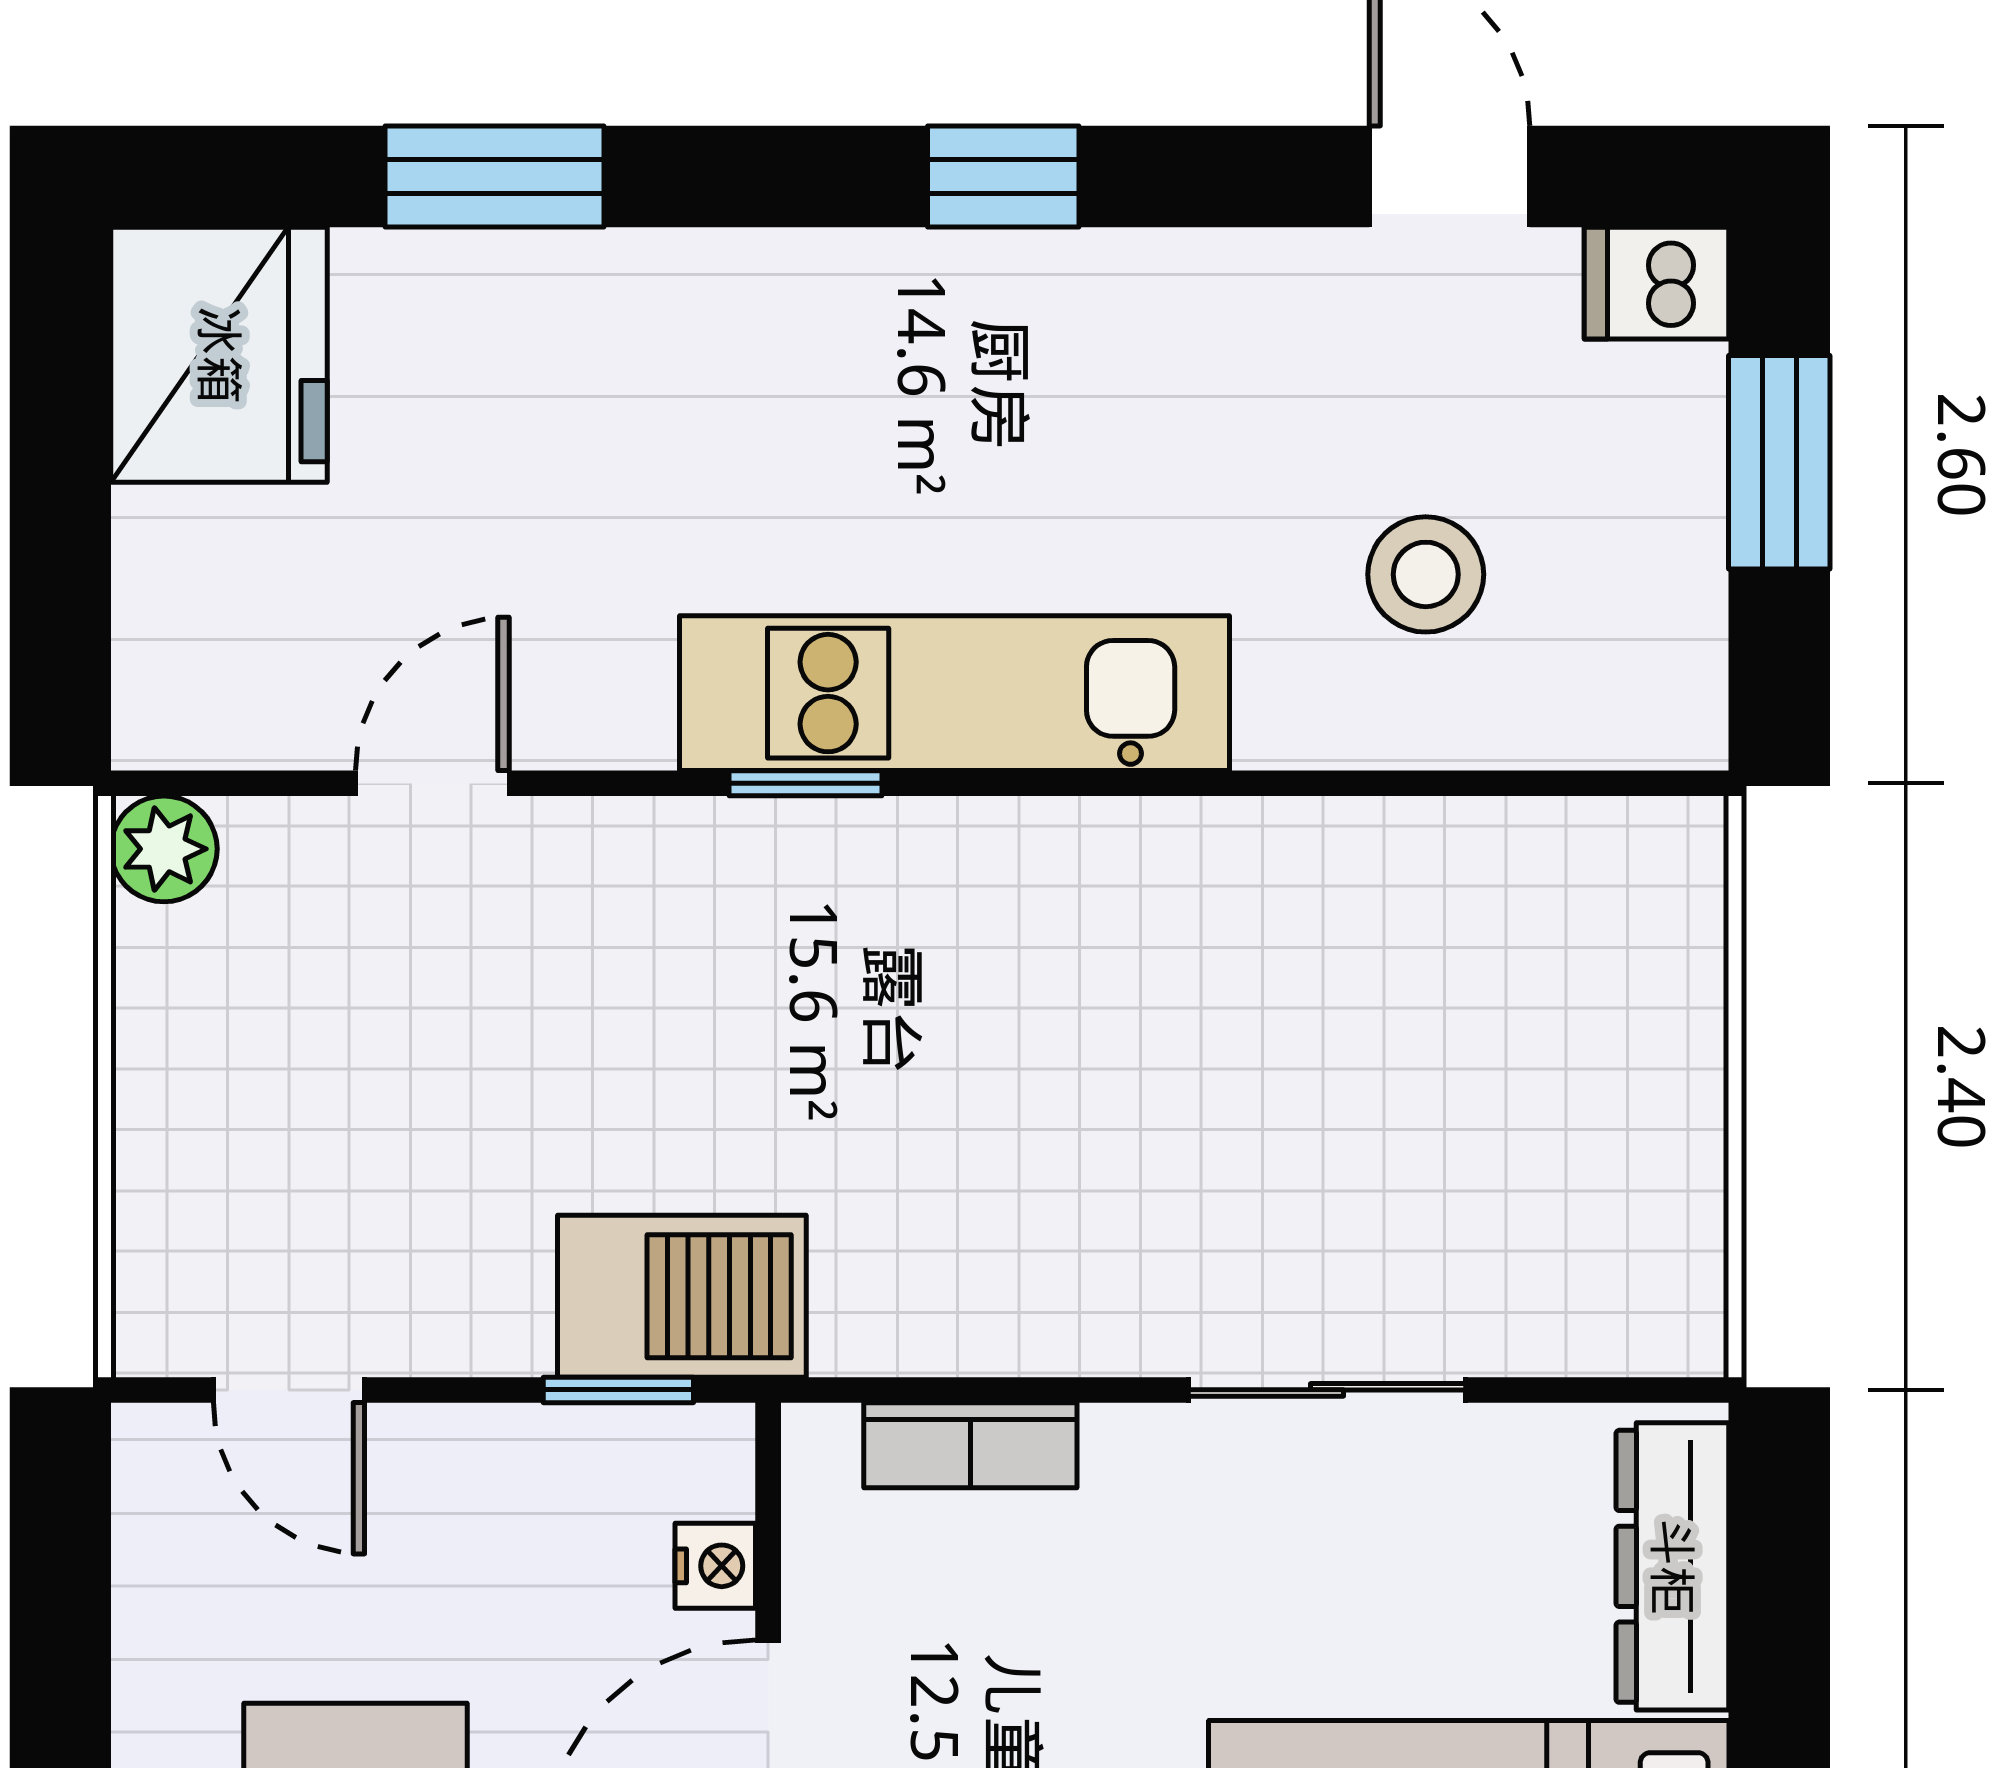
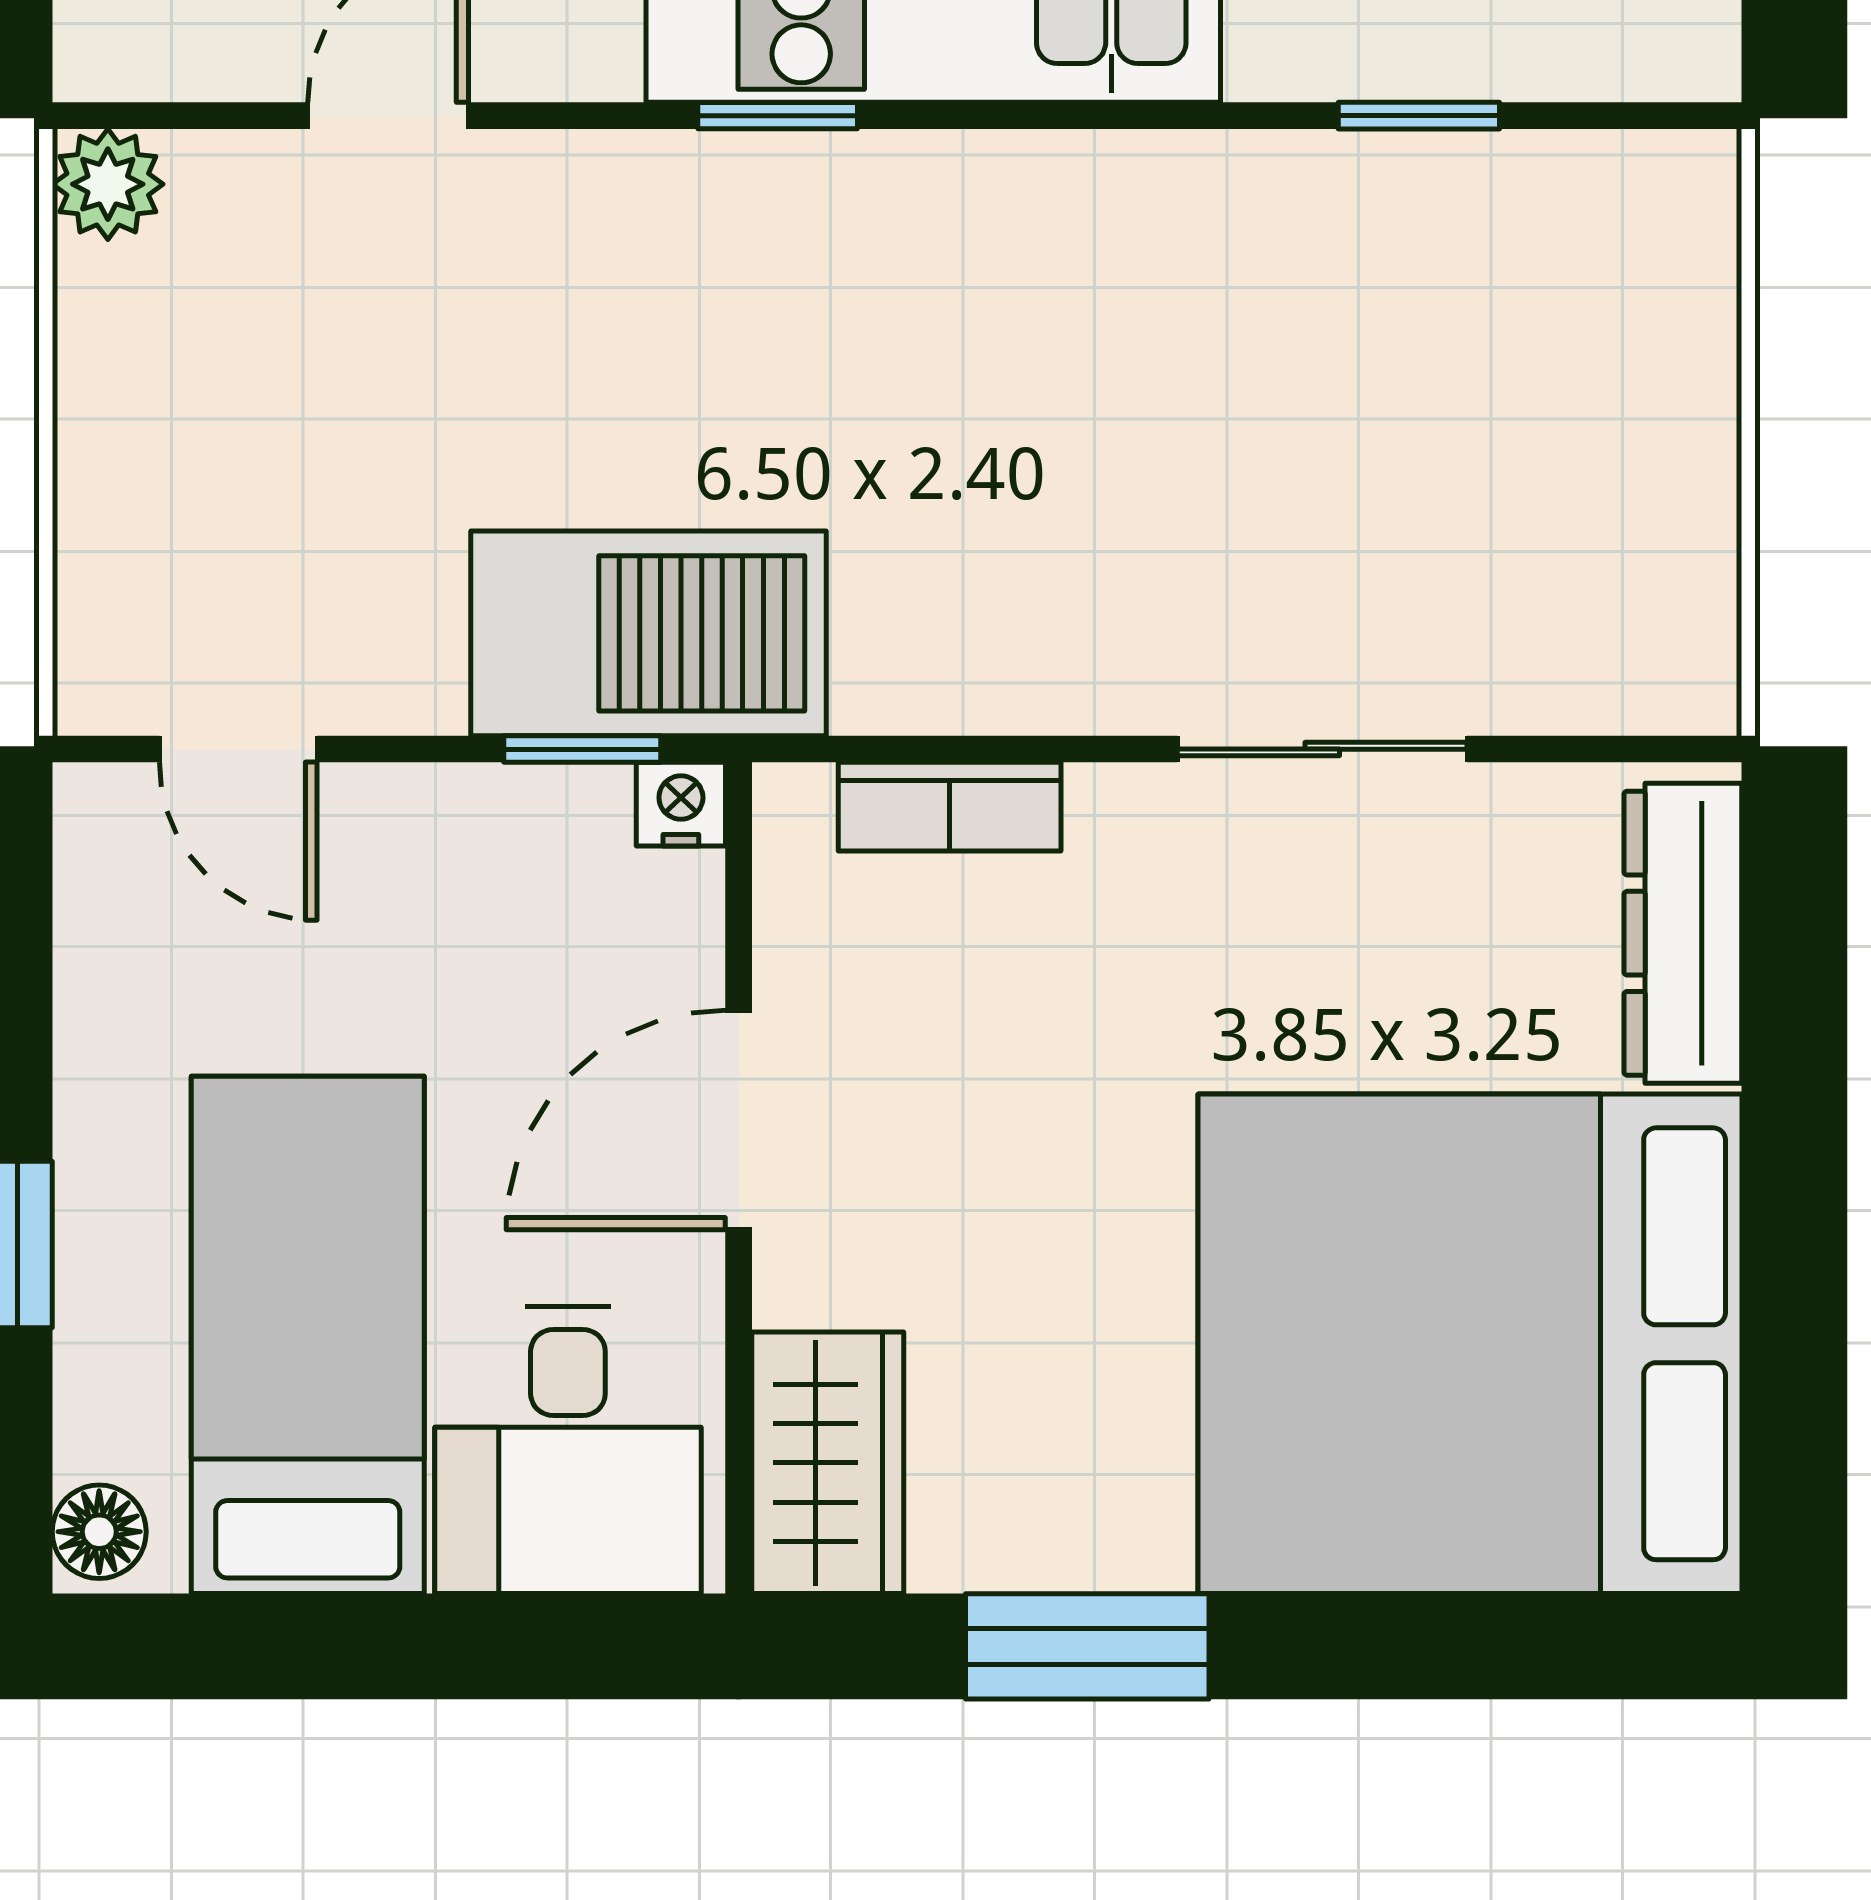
window: (1420, 783) -> (1419, 116), added
barbecue: (682, 1296) -> (649, 633), width x1.37, depth x1.21
nightstand: (715, 1566) -> (681, 804), moved, turned -90

